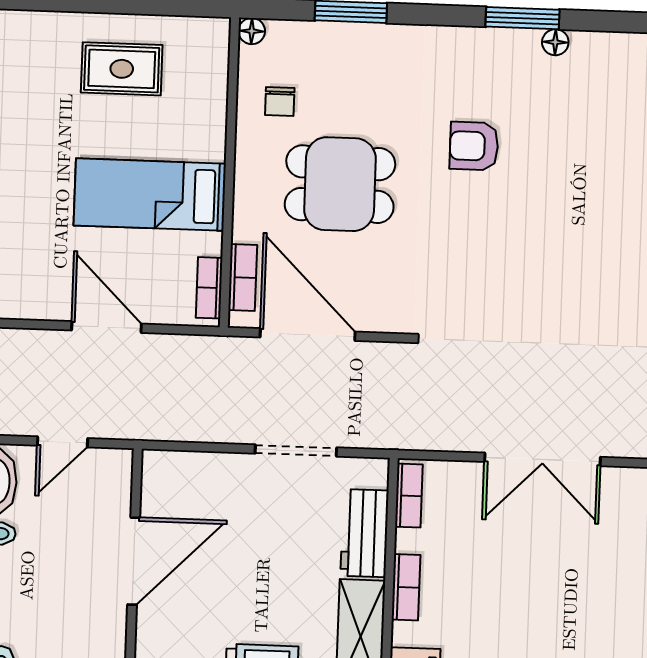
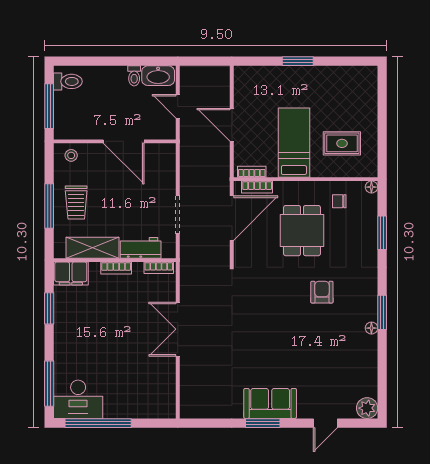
rug: (122, 69) -> (342, 143), moved, turned 90
door: (107, 327) -> (232, 125), swing flipped

